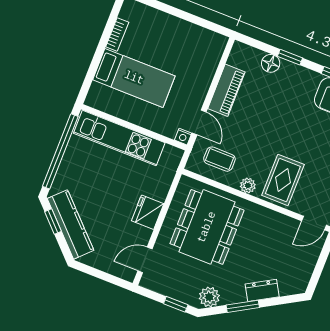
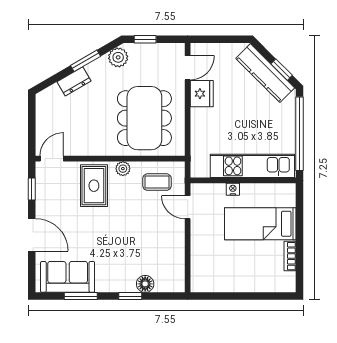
piano: (226, 90) -> (175, 245), removed
nightstand: (183, 137) -> (233, 189), moved
fridge: (148, 212) -> (202, 94), moved

